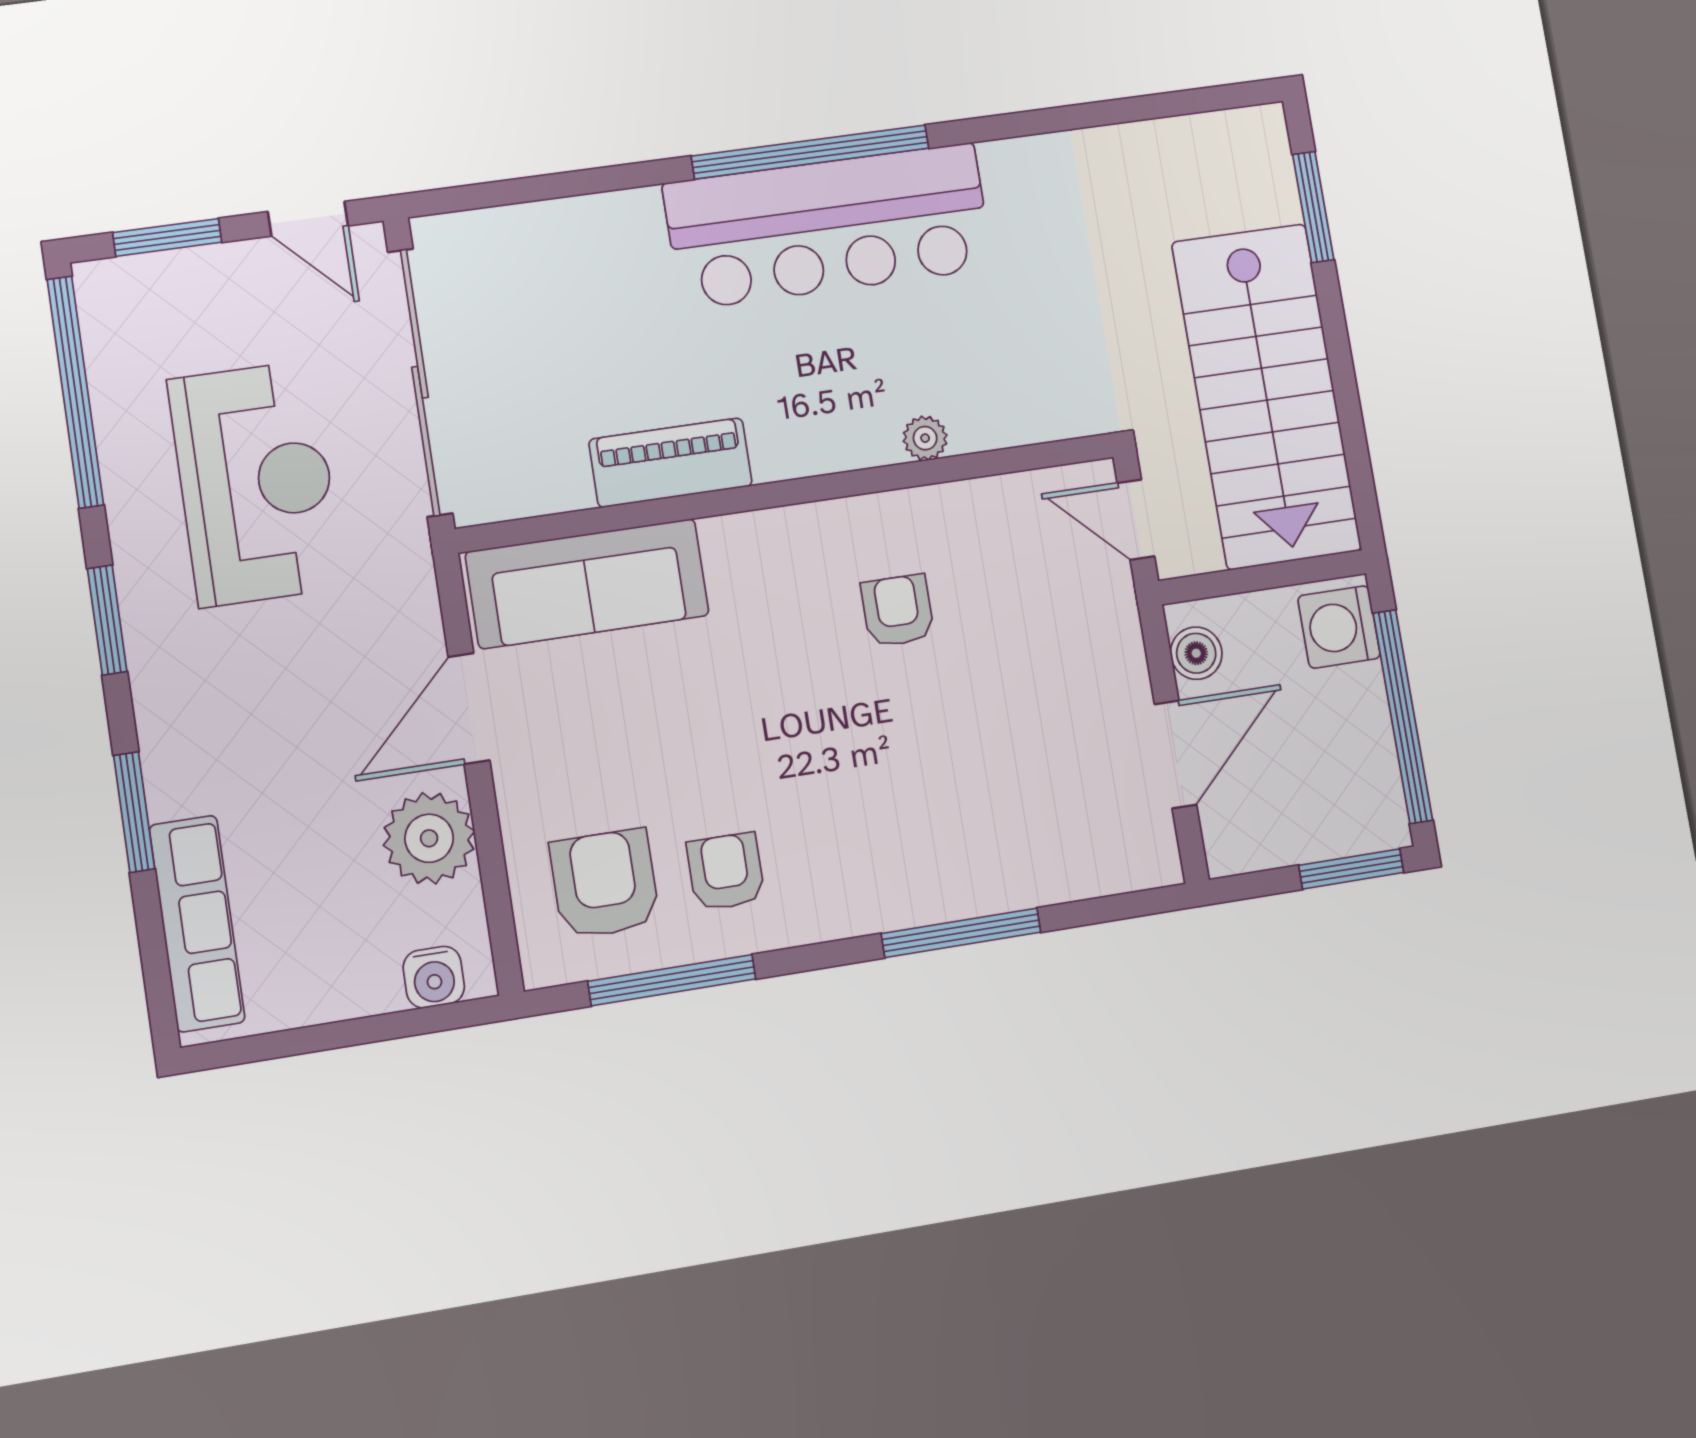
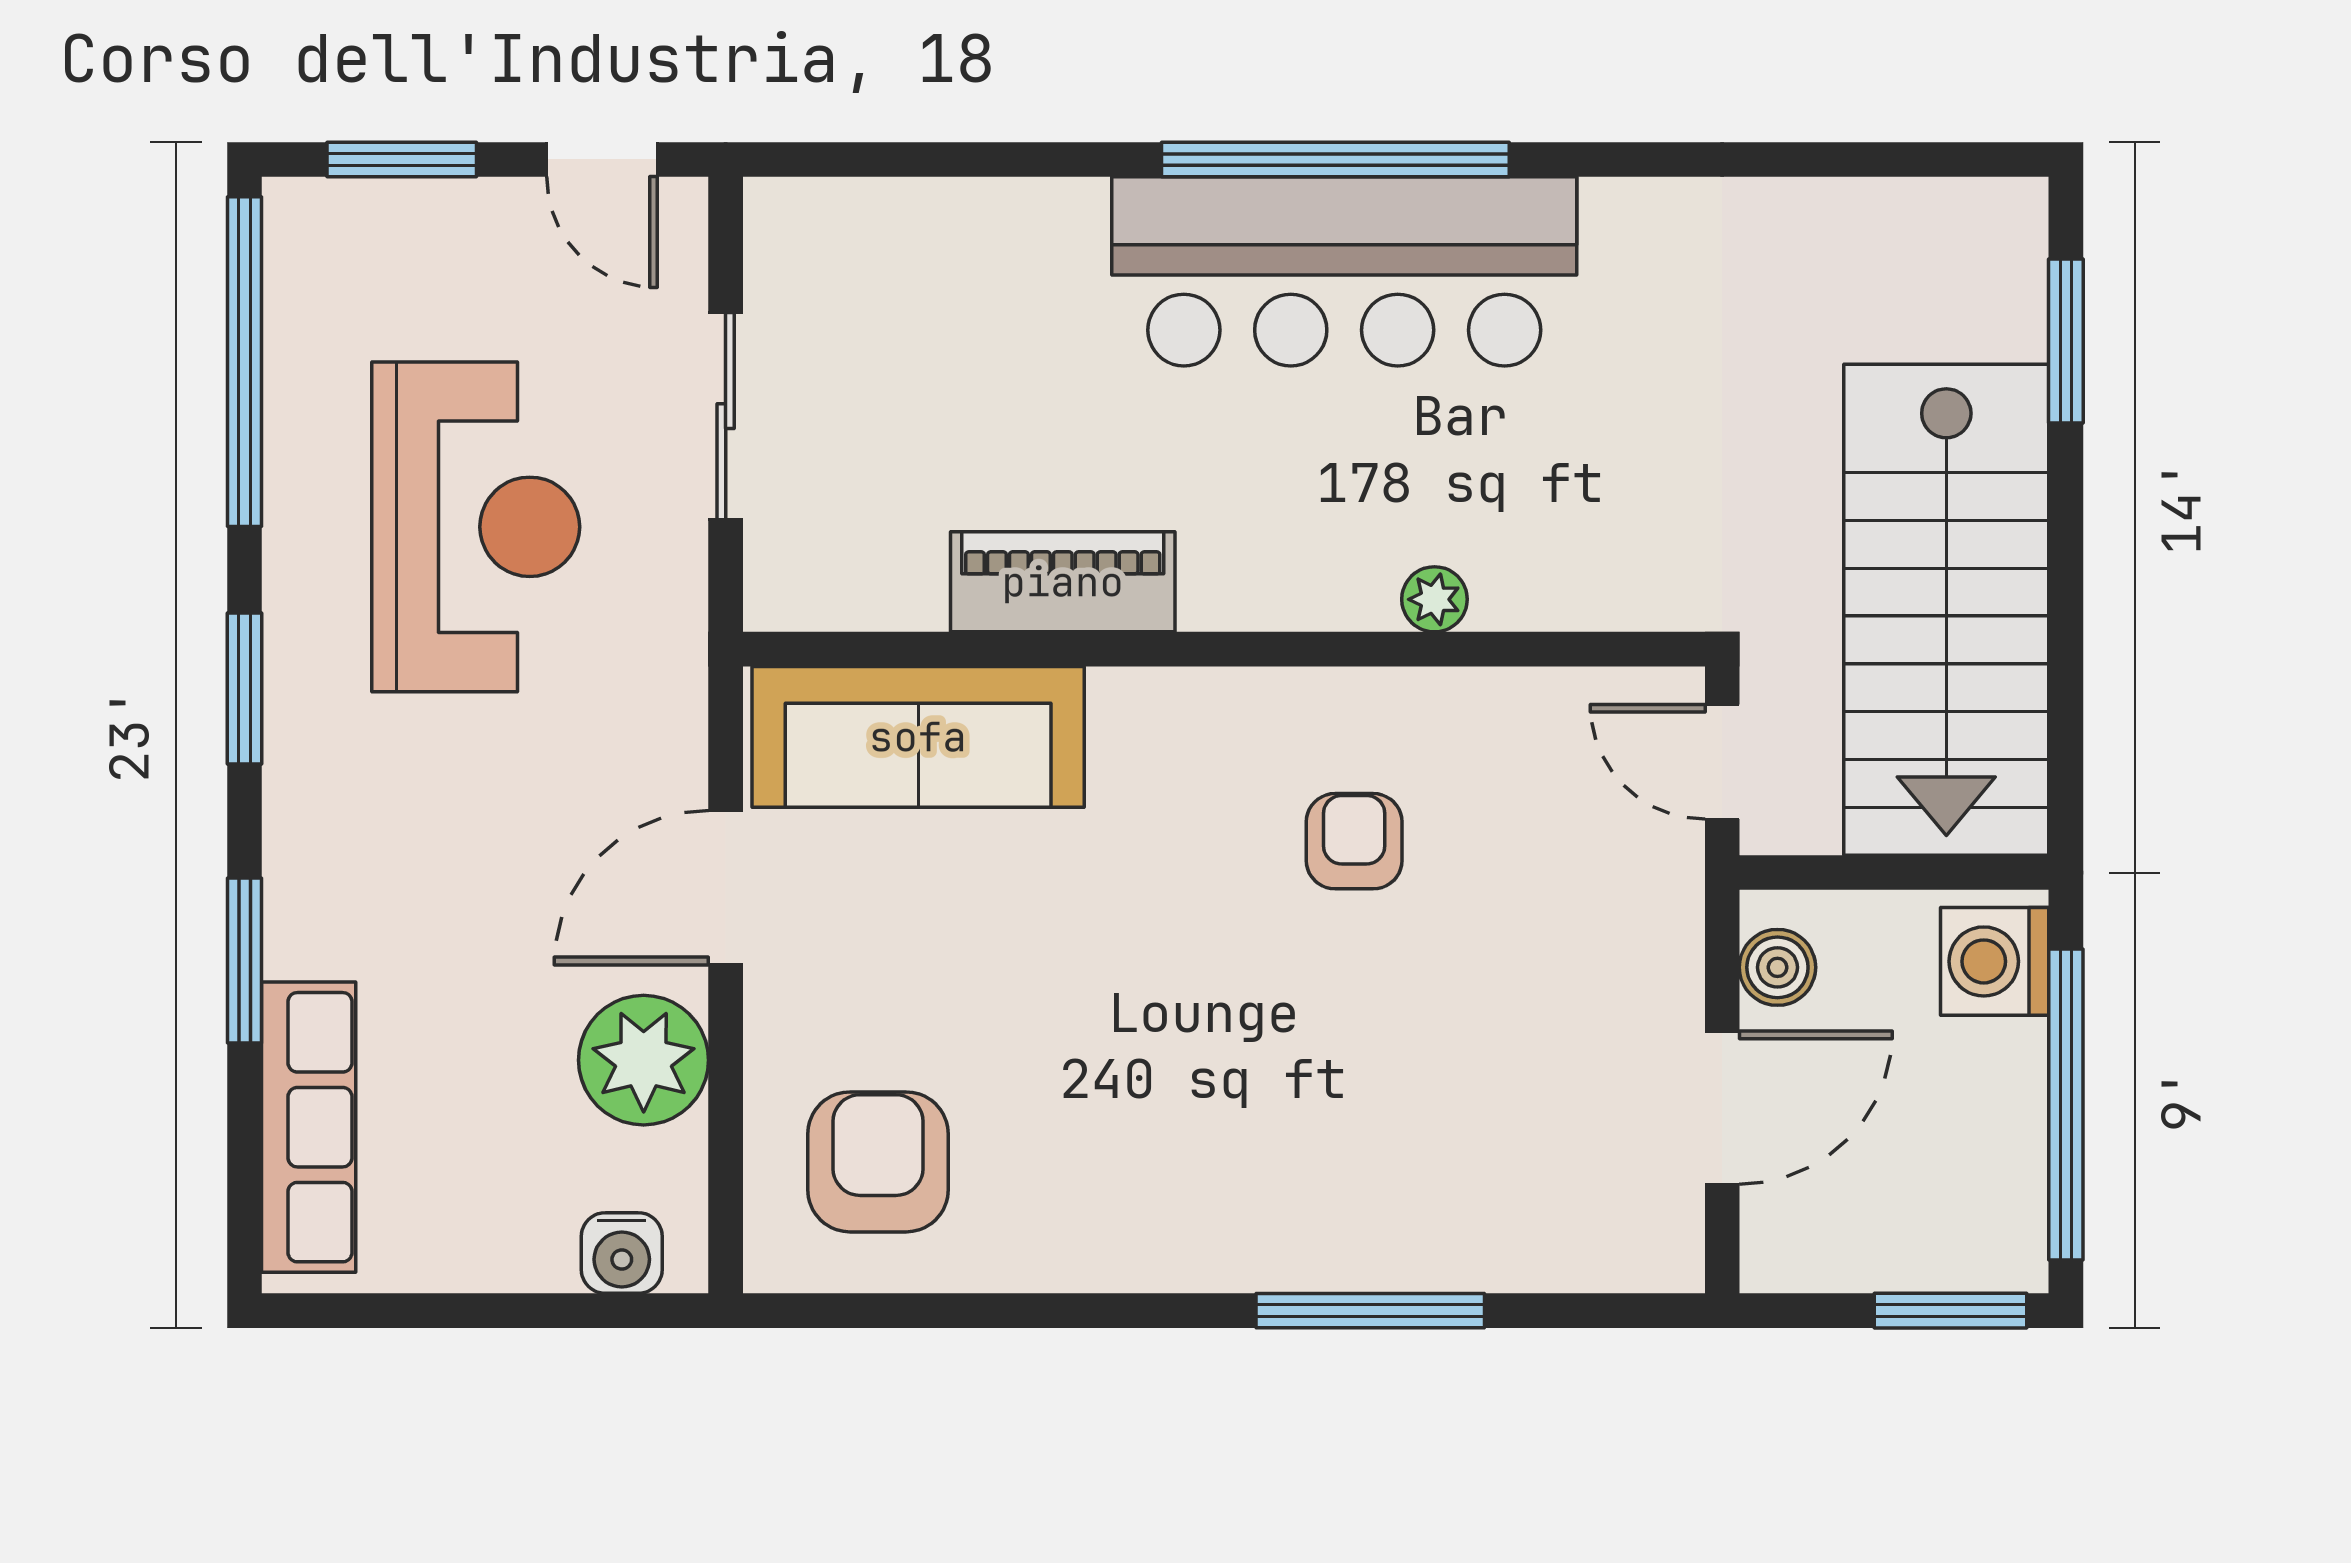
sliding door: (420, 382) -> (726, 416), width x0.54
armchair: (726, 872) -> (1050, 1172), removed
window: (672, 980) -> (951, 1311), removed

